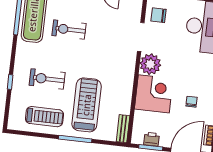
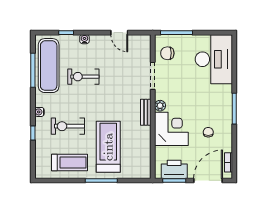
water cooler: (19, 61) -> (39, 112), added
plant: (150, 64) -> (160, 106), width x0.53, depth x0.53
bench: (123, 129) -> (146, 112), moved
printer: (152, 139) -> (174, 169), width x1.87, depth x1.48

